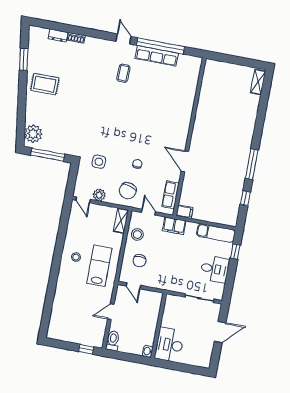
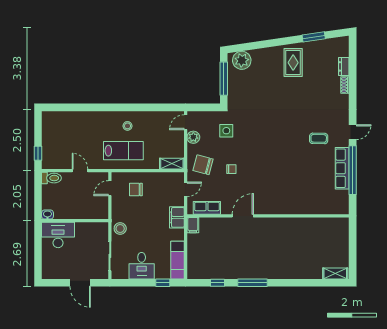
stool: (137, 234) -> (120, 229), moved

